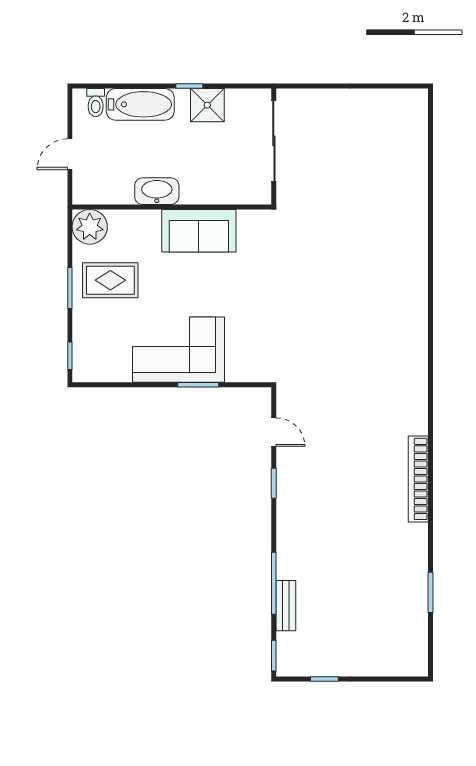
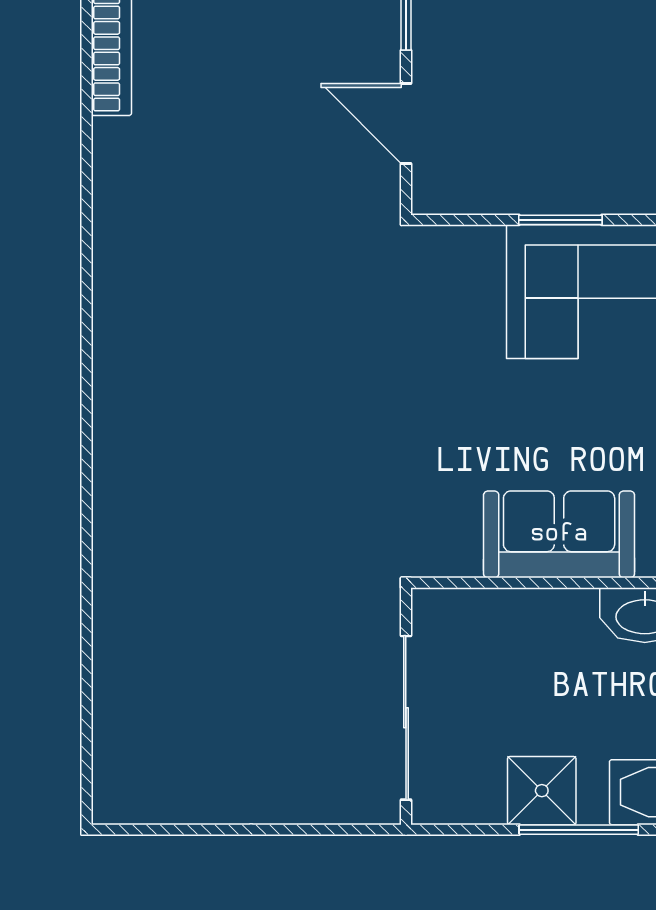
window: (189, 86) -> (579, 830), width x2.17
door: (274, 432) -> (406, 123), width x1.38

